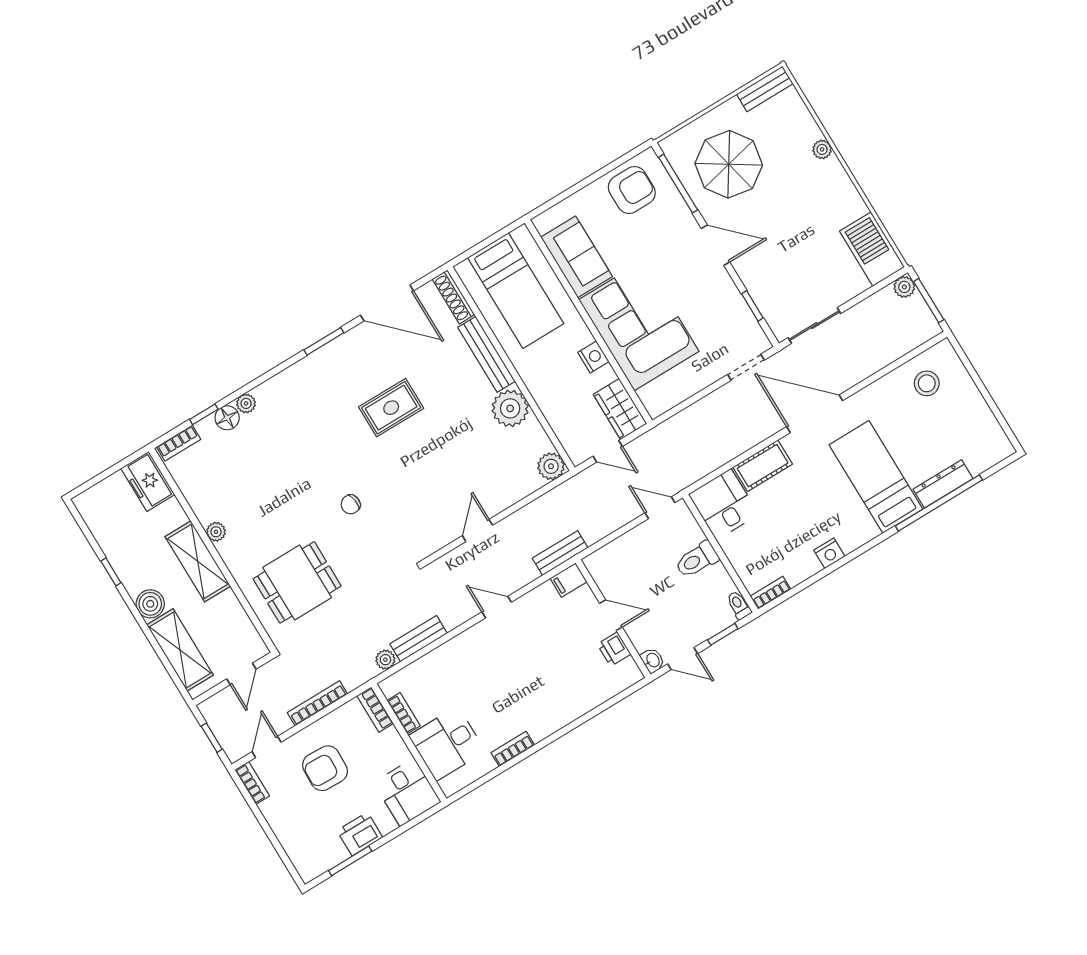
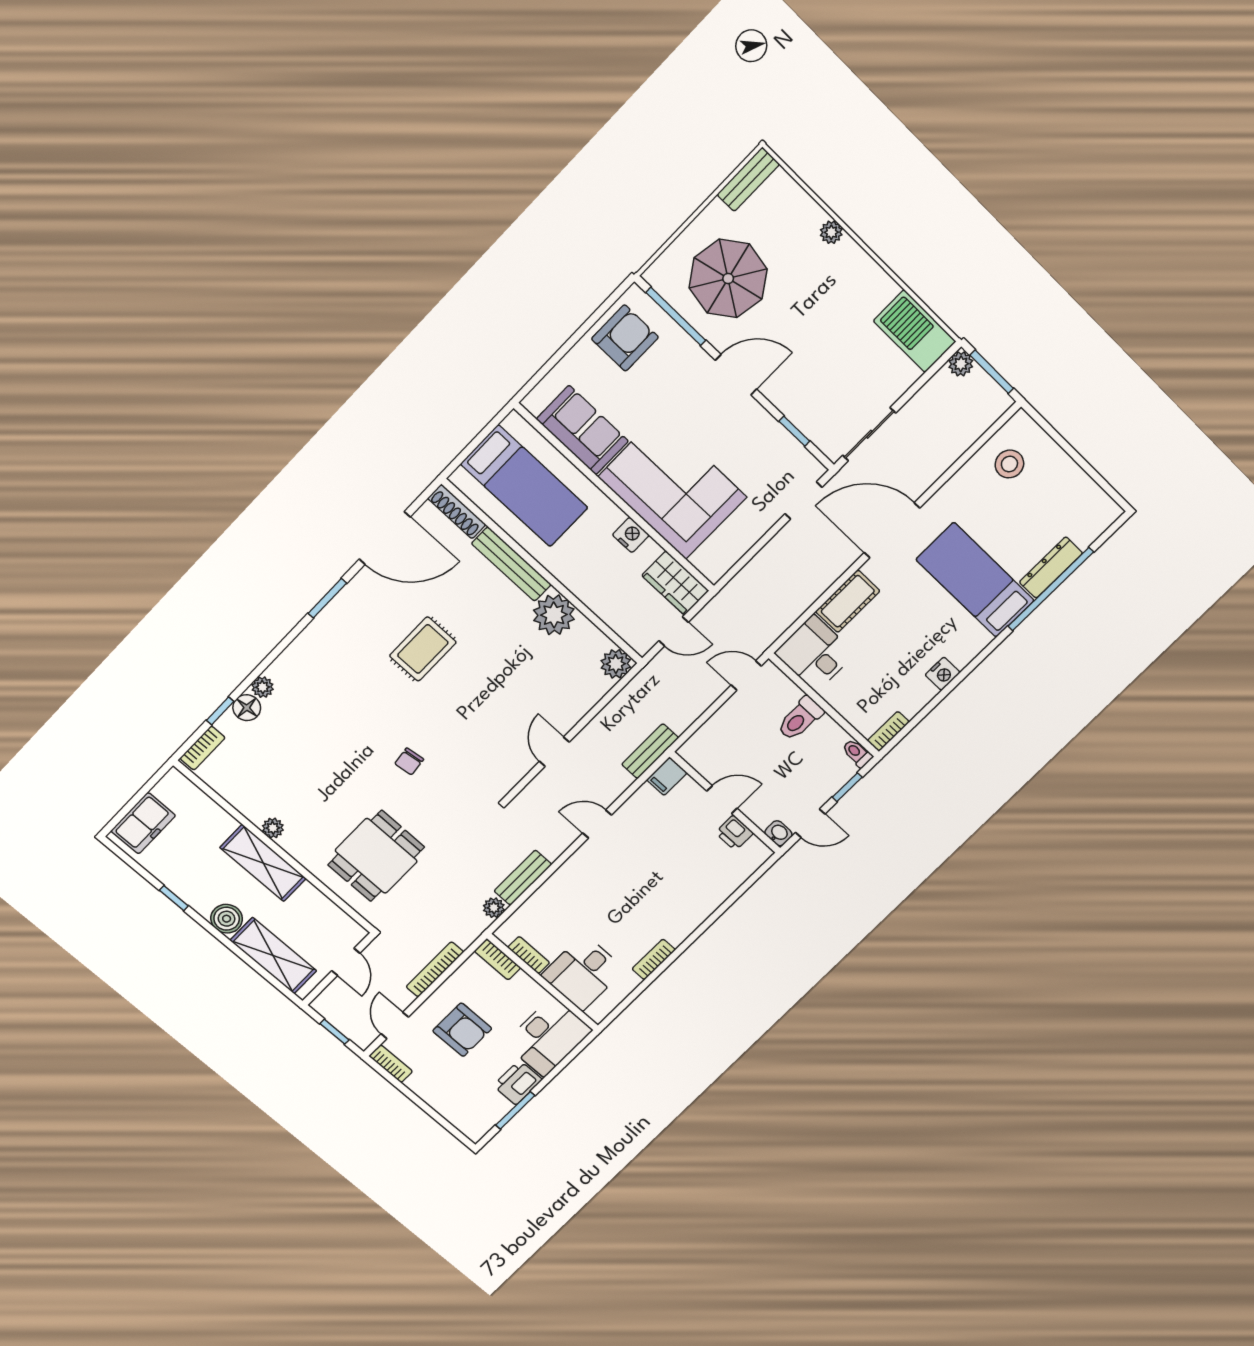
freezer: (148, 481) -> (143, 823), moved, turned -90
armchair: (325, 768) -> (462, 1030), turned -92
desk: (407, 792) -> (548, 1037), width x1.37

